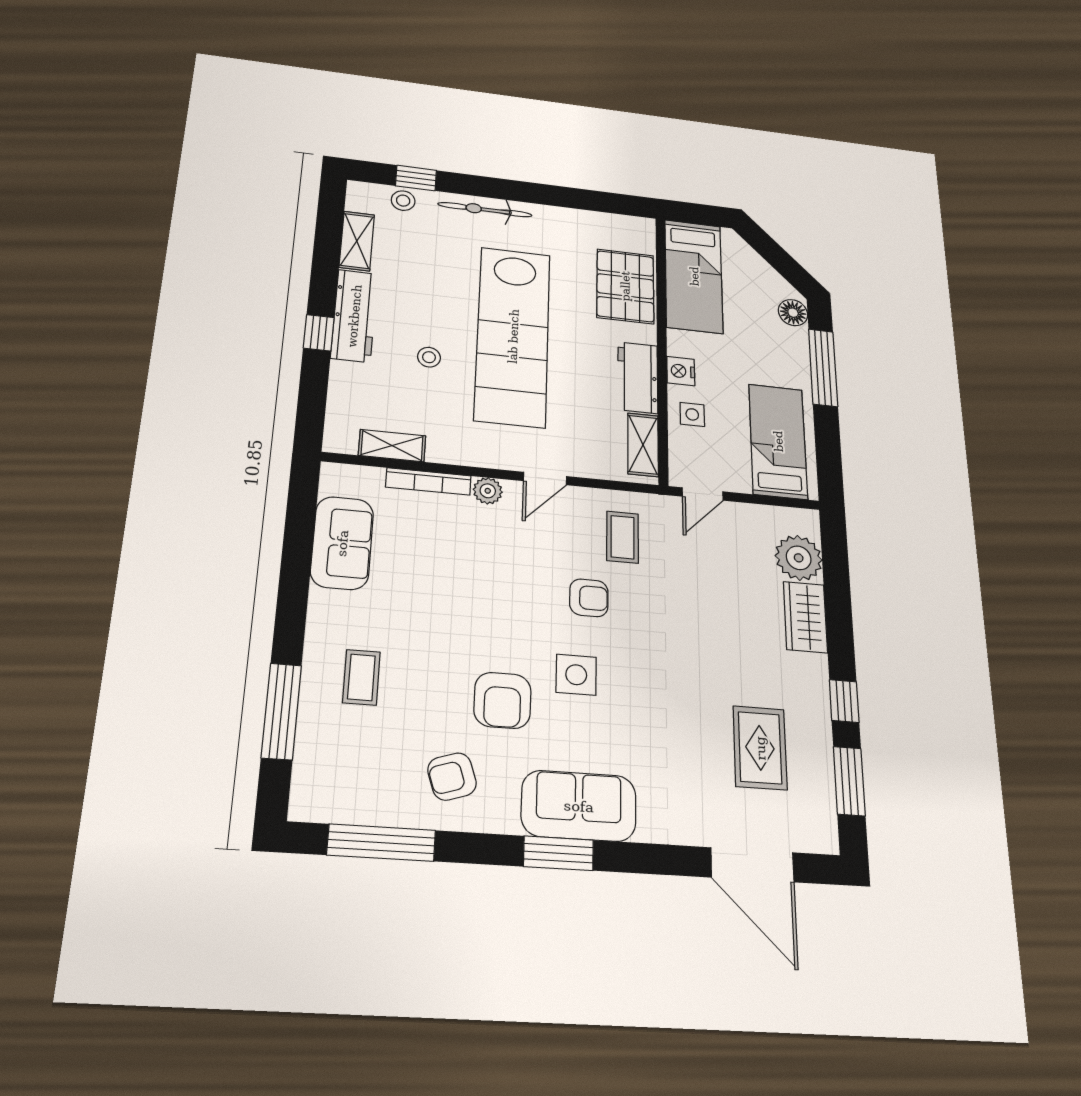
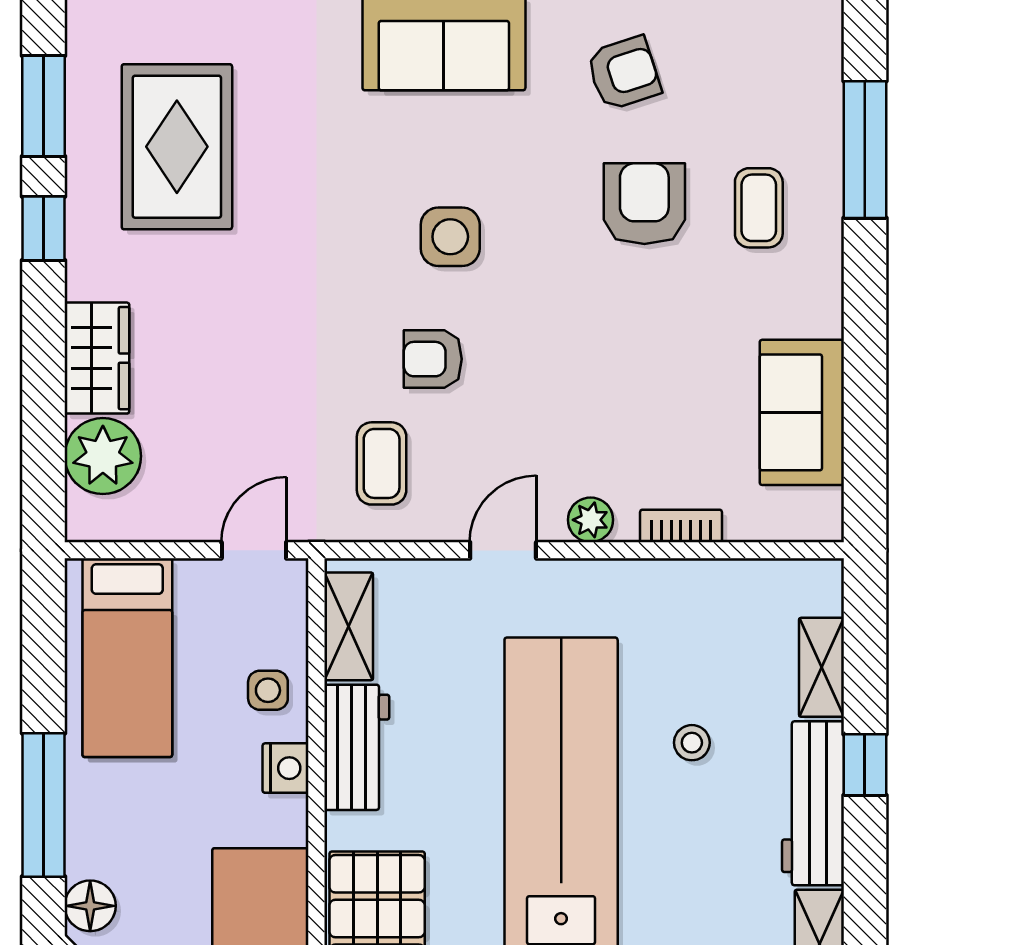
shelving: (392, 446) -> (821, 667), moved, turned 90
bookcase: (428, 481) -> (681, 526), width x0.64
armchair: (502, 700) -> (644, 204), moved
rug: (760, 748) -> (177, 147), width x1.36, depth x1.43

